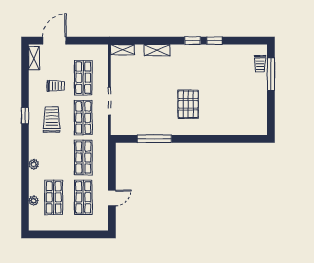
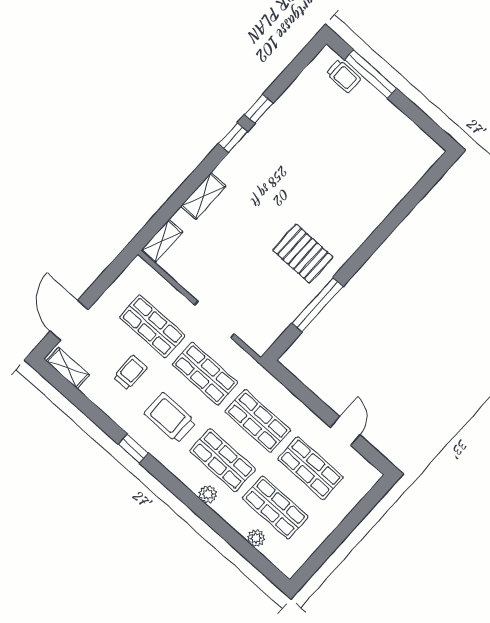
pallet: (188, 104) -> (303, 254), moved
shop shelf: (54, 157) -> (223, 460), added

